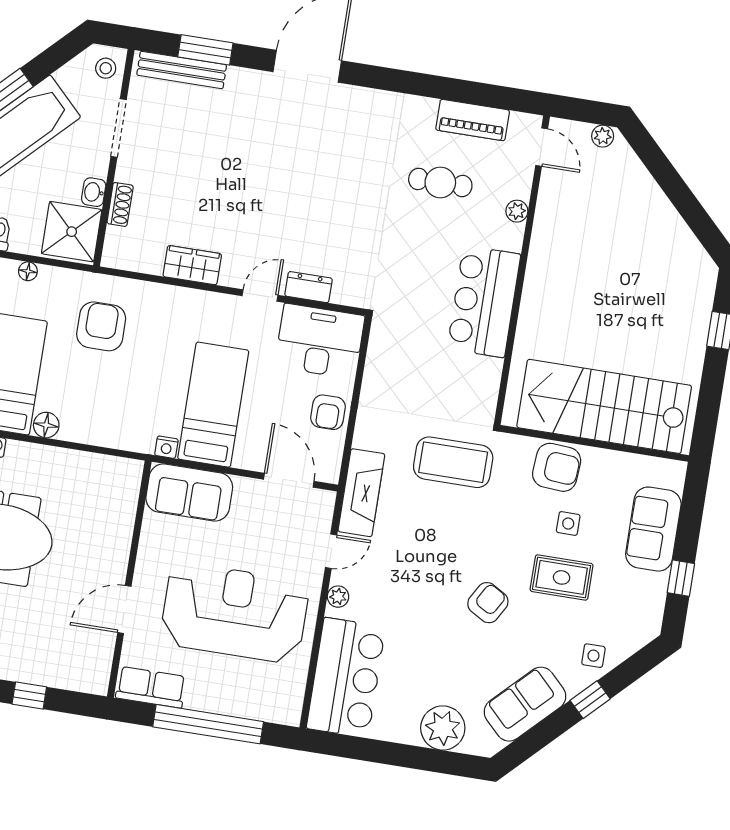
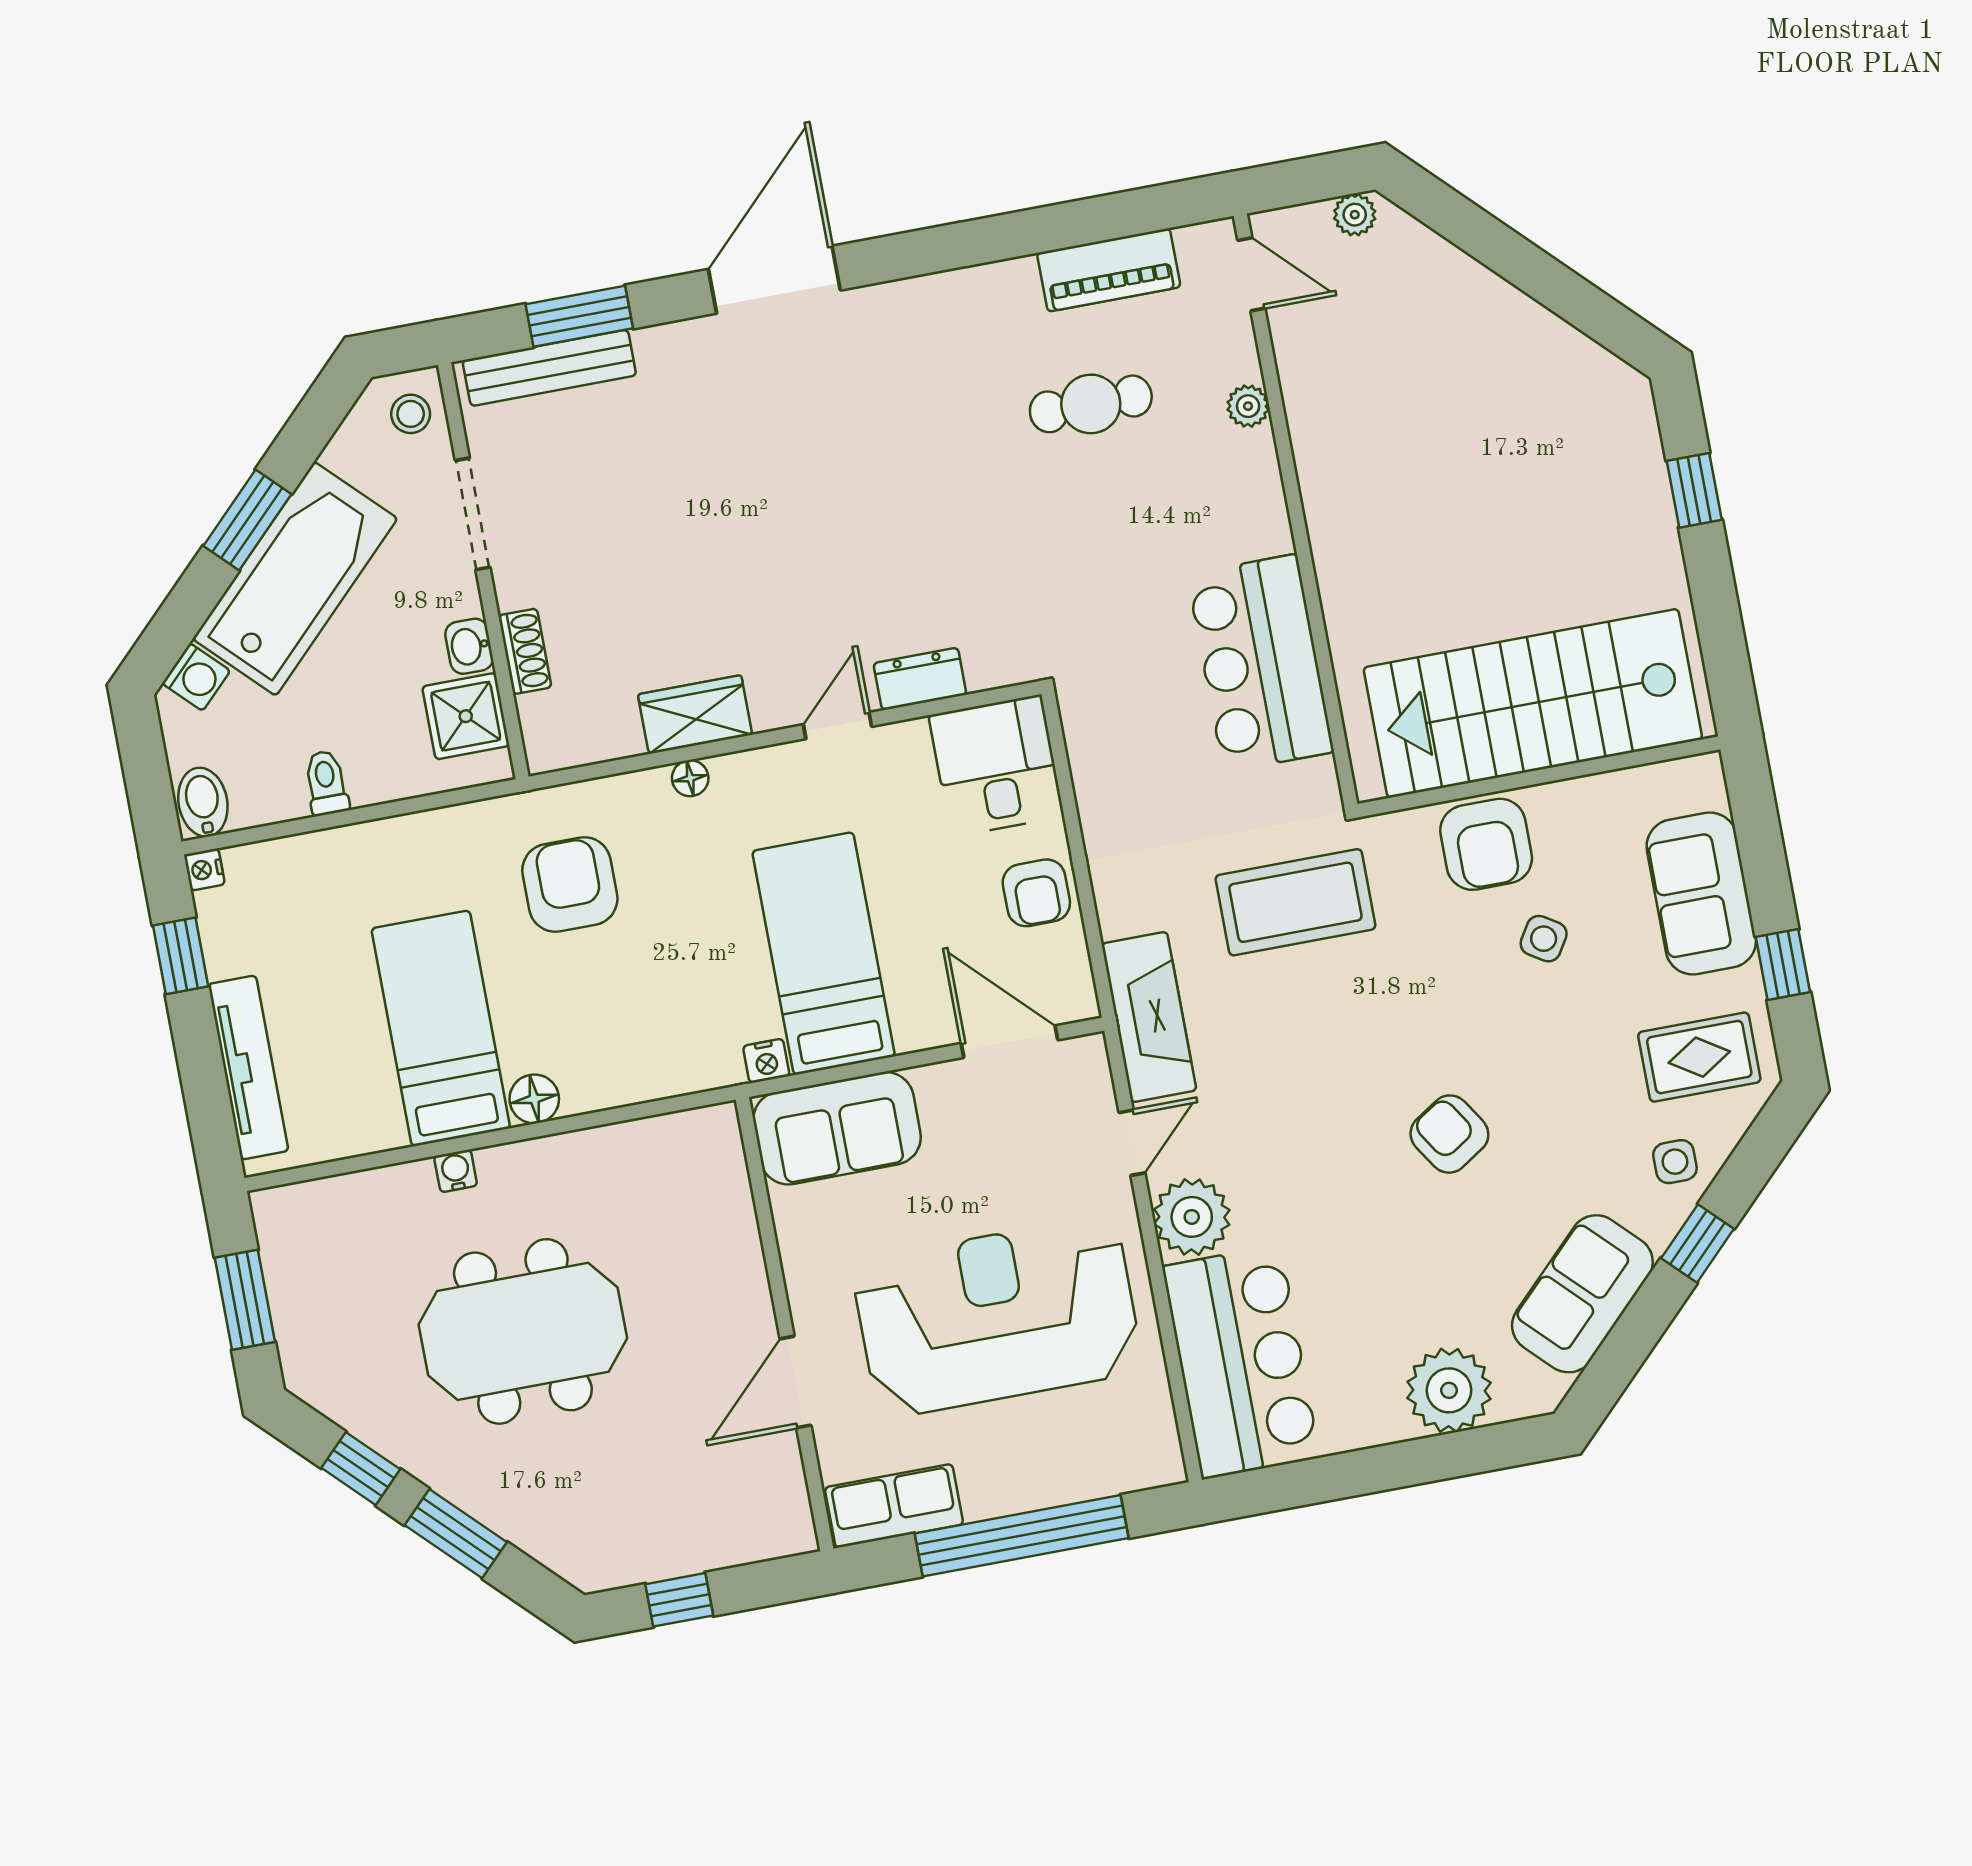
shower: (72, 232) -> (466, 716), width x0.73, depth x0.73
floor lamp: (28, 271) -> (690, 778), moved
bar counter: (484, 301) -> (1260, 663), moved
desk: (320, 341) -> (996, 766), width x0.73
armchair: (557, 467) -> (1486, 844), turned 86
side table: (568, 524) -> (1544, 939), turned 32
rug: (562, 577) -> (1699, 1057), moved
plant: (338, 597) -> (1192, 1217), width x1.88, depth x1.88
armchair: (488, 603) -> (1449, 1134), turned -63

